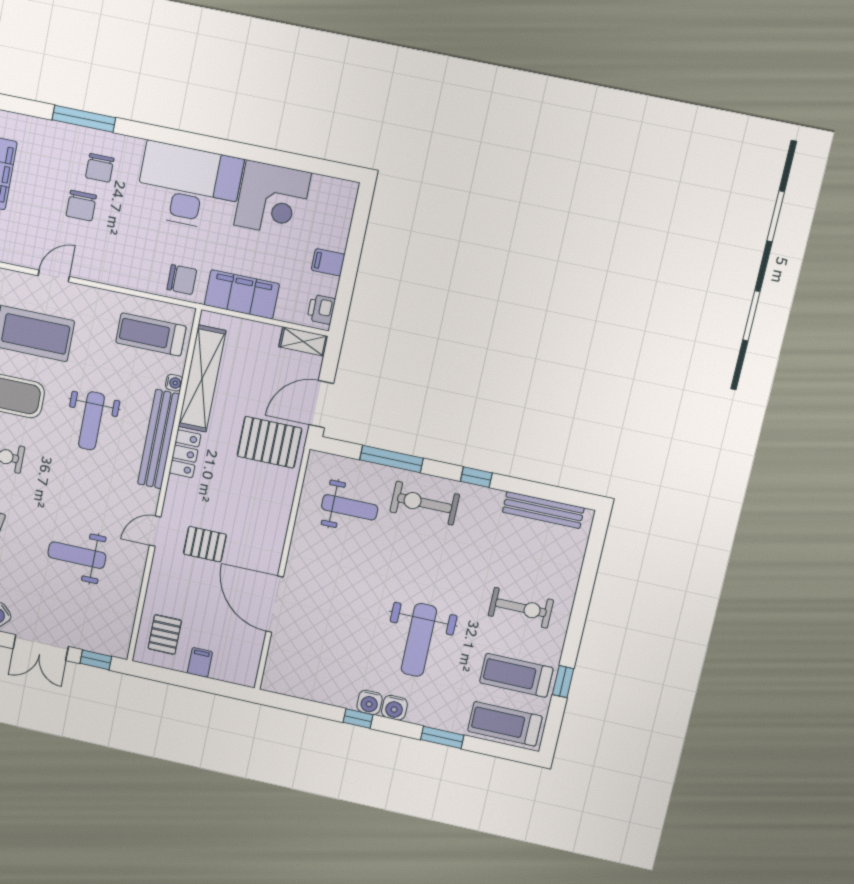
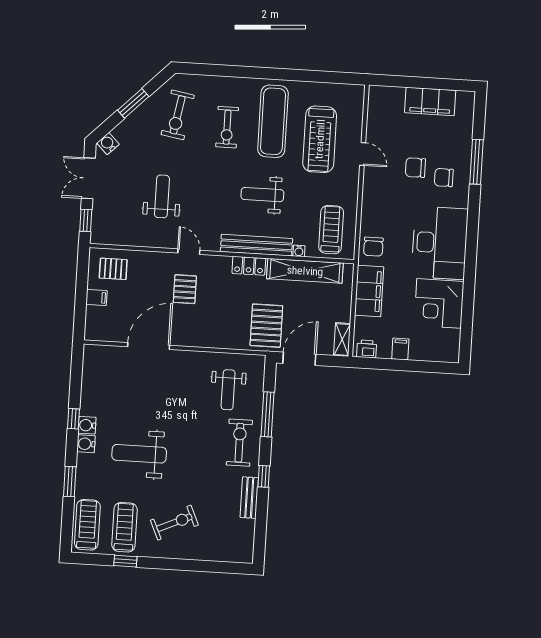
door: (321, 404) -> (299, 359), hinge flipped
bench: (543, 510) -> (249, 498), moved, width x0.73
exercise bike: (521, 608) -> (174, 523), turned -114

